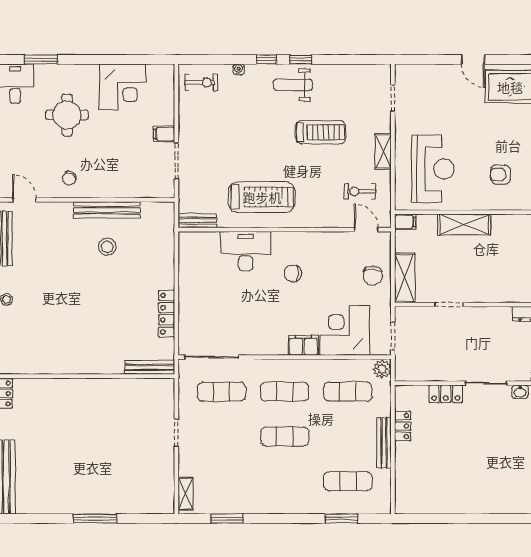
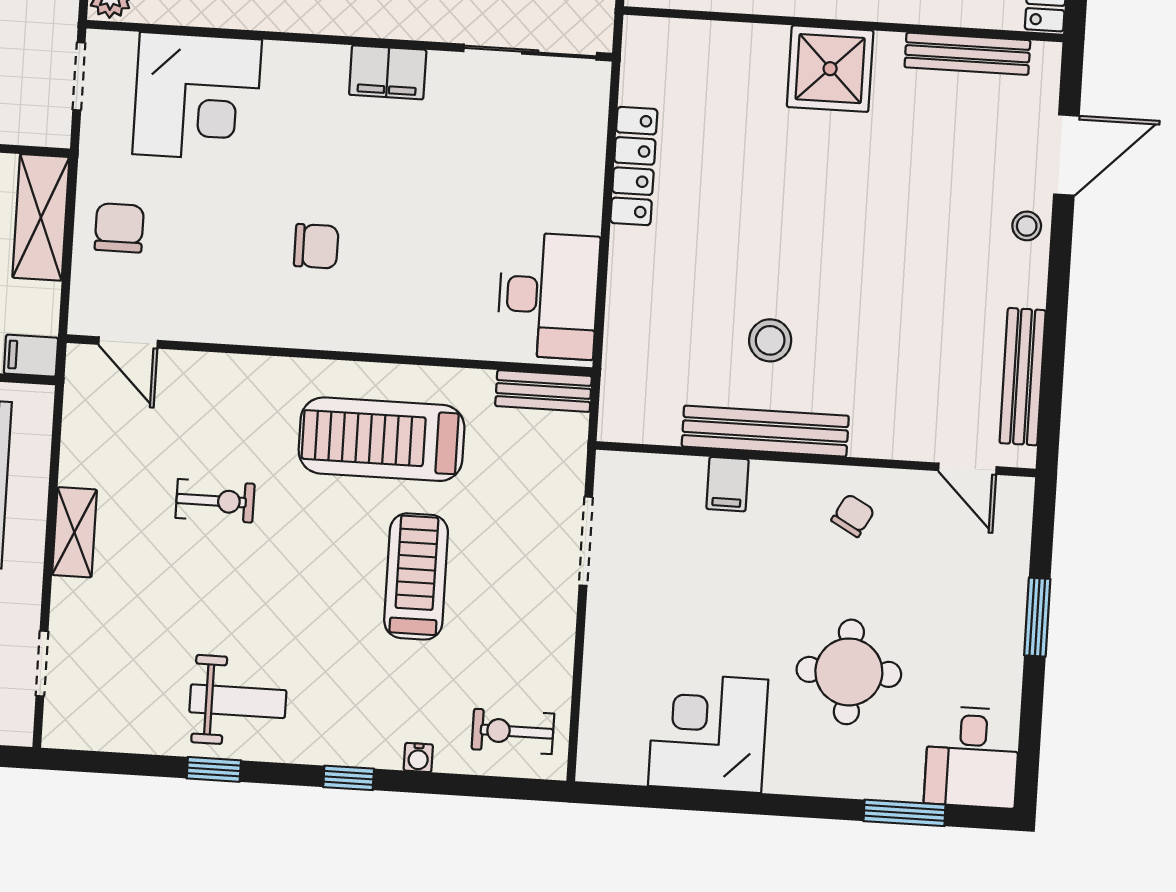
window: (301, 59) -> (214, 769), moved
weight bench: (293, 85) -> (238, 701), moved
treadmill: (320, 132) -> (416, 576), moved, turned 90
filing cabinet: (164, 134) -> (727, 484), moved, turned 90
exercise bike: (360, 191) -> (215, 501), moved
desk: (246, 251) -> (548, 296), moved, turned -90
filing cabinet: (303, 345) -> (388, 72), moved
shower: (90, 358) -> (830, 69), added
bench: (150, 367) -> (967, 54), moved

